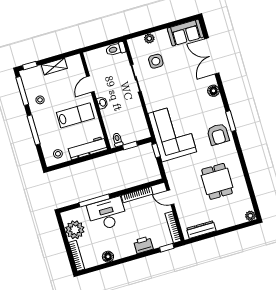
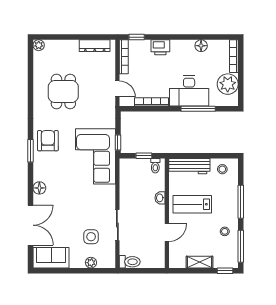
washbasin: (102, 103) -> (160, 198), moved

